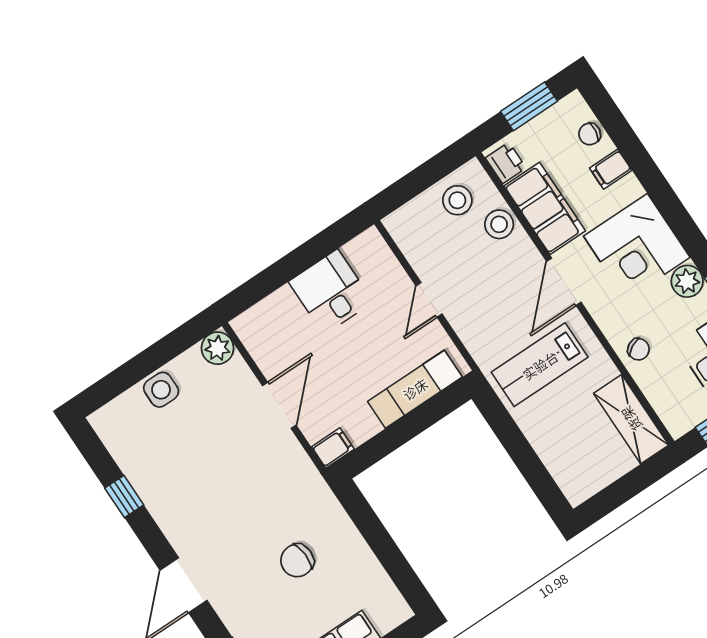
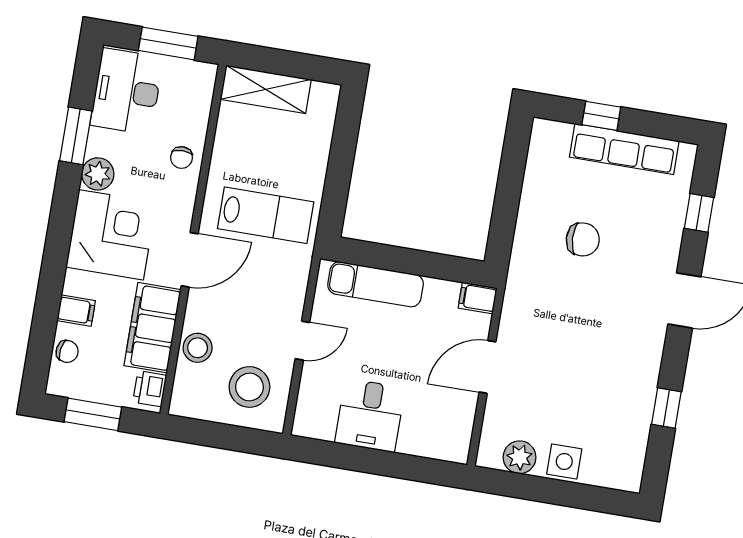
stool: (457, 200) -> (249, 387), moved, width x1.38, depth x1.38
plant: (218, 348) -> (520, 457), moved
chair: (638, 349) -> (182, 158), turned -152
shelving: (631, 419) -> (266, 89), moved, turned 90

